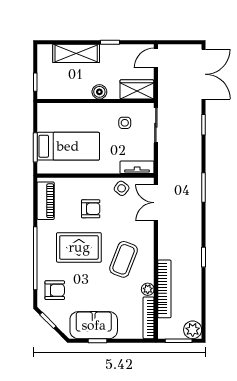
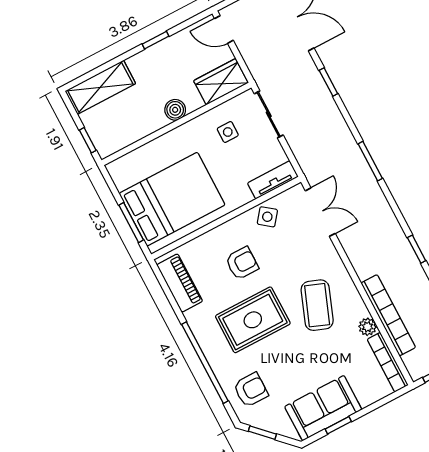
shelving: (76, 53) -> (100, 87), moved
door: (156, 58) -> (224, 29), hinge flipped
bed: (68, 146) -> (172, 199), width x1.50
double door: (156, 203) -> (320, 212), swing flipped

